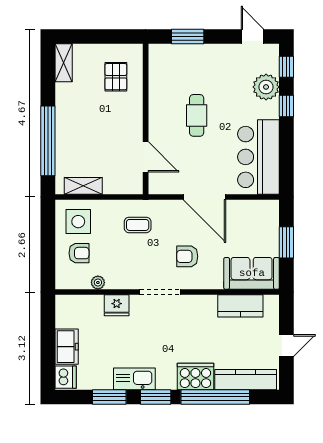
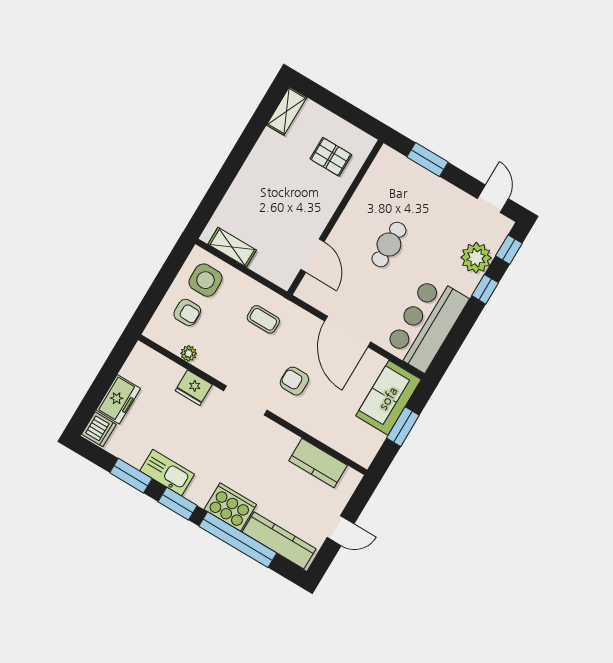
pallet: (116, 77) -> (331, 157), turned 90
window: (48, 141) -> (224, 180), removed
sofa: (252, 273) -> (388, 398), moved, turned -90

